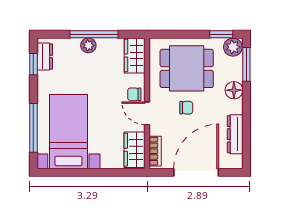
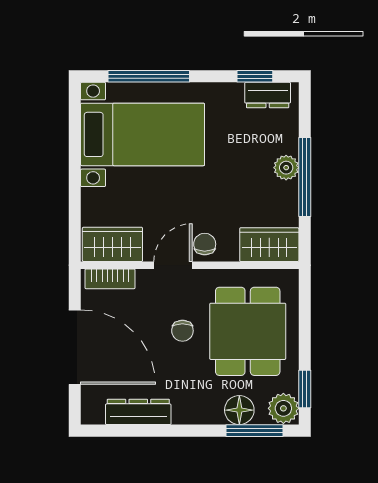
floor lamp: (234, 90) -> (239, 410), moved

